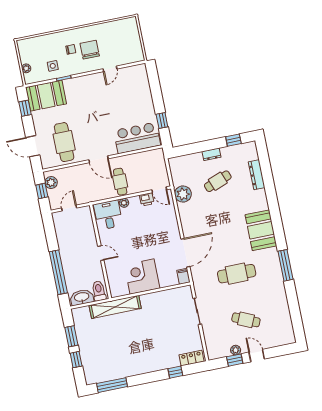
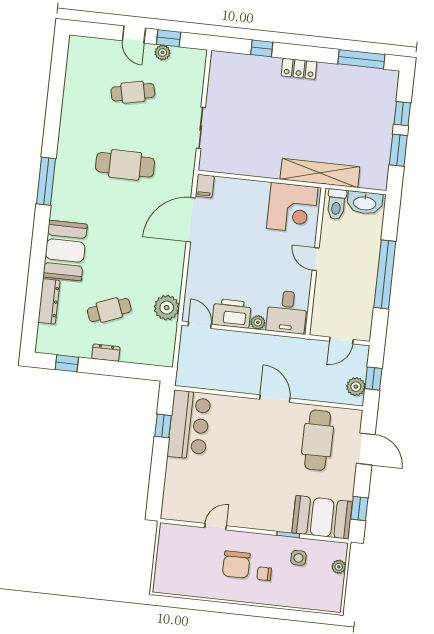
bar counter: (137, 138) -> (189, 425), moved, turned -90
cafe table: (120, 182) -> (253, 355), removed
printer: (147, 199) -> (232, 313), width x1.87, depth x1.48
booth: (261, 230) -> (65, 251), moved
window: (285, 265) -> (46, 181), moved
window: (58, 272) -> (385, 274), moved
corner desk: (142, 277) -> (292, 208), moved
cafe table: (246, 320) -> (133, 92), turned -36
locker: (191, 358) -> (299, 69), moved

